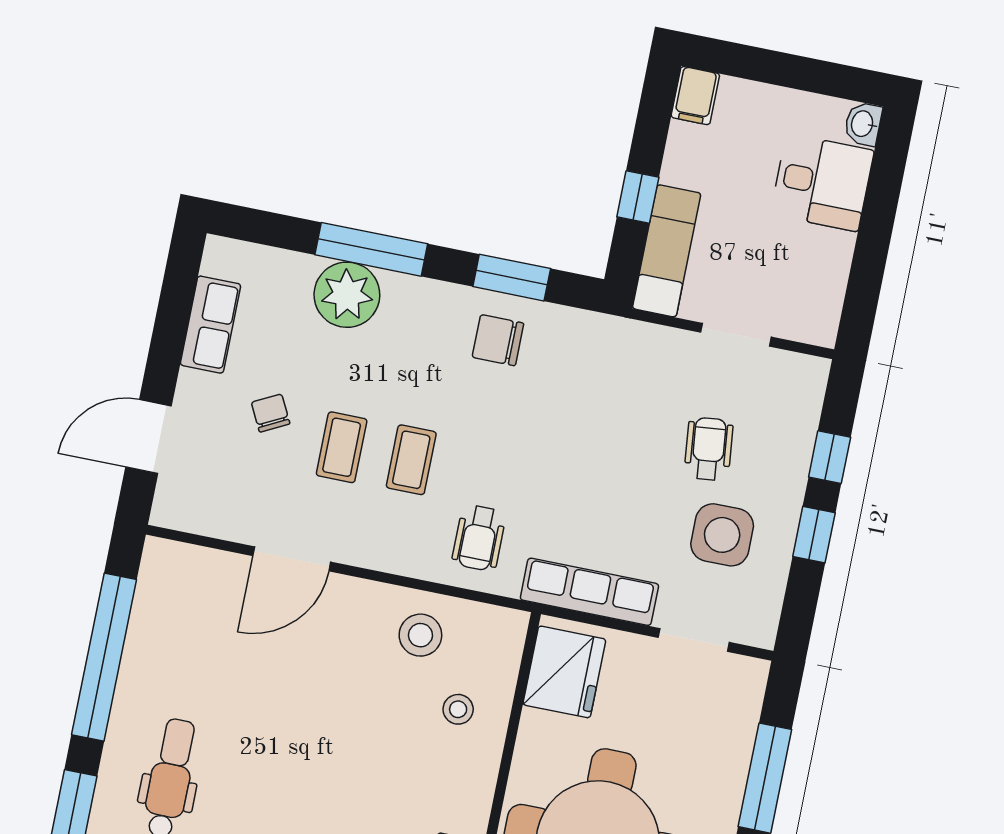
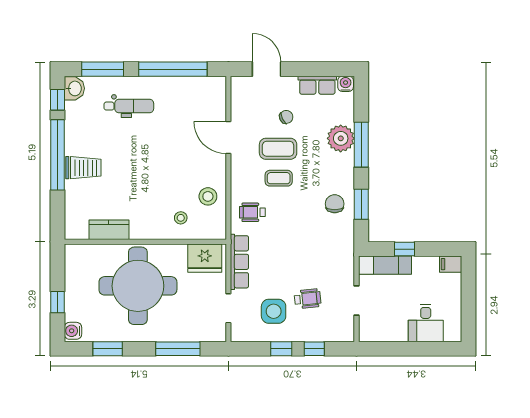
washbasin: (863, 124) -> (453, 335), removed
water cooler: (221, 258) -> (346, 84), added
coffee table: (342, 447) -> (278, 149), width x1.36, depth x1.30

